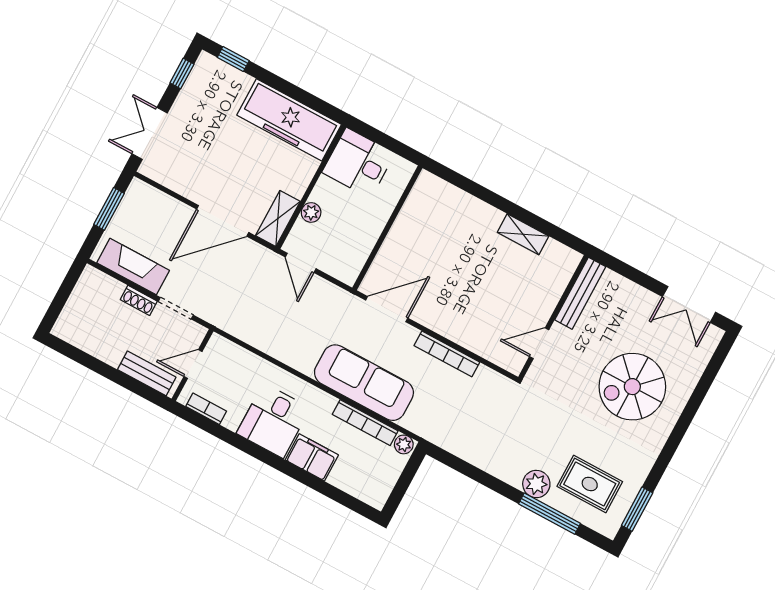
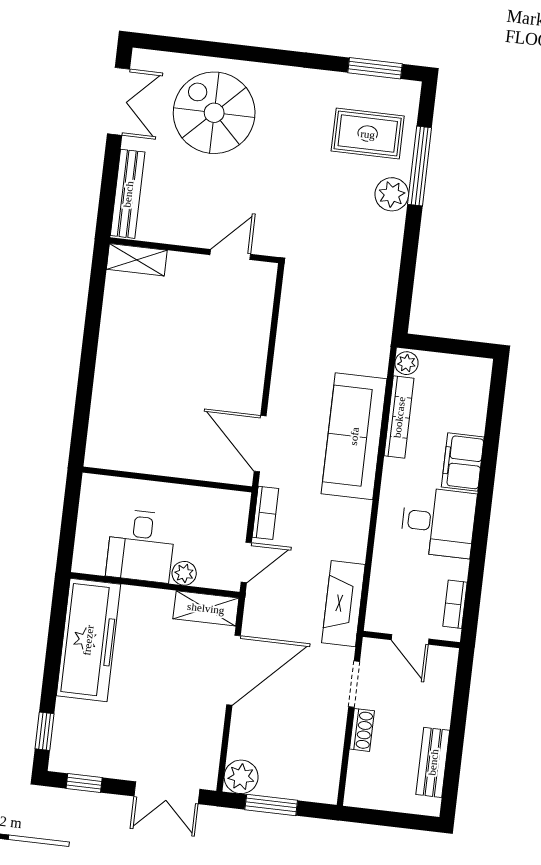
desk: (358, 163) -> (141, 546), moved
plant: (139, 194) -> (241, 777), added
door: (223, 221) -> (234, 670), hinge flipped
shelving: (523, 234) -> (137, 260), moved, turned 90
fireplace: (133, 267) -> (343, 604), moved
bench: (580, 293) -> (128, 194), moved, turned 90
door: (539, 343) -> (230, 255), swing flipped
bookcase: (447, 354) -> (265, 513), moved, width x0.64
bench: (147, 373) -> (433, 762), moved
spiral stairs: (632, 387) -> (214, 113), moved, turned 180
rug: (590, 484) -> (368, 134), turned 90

